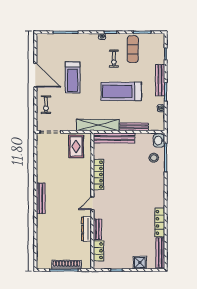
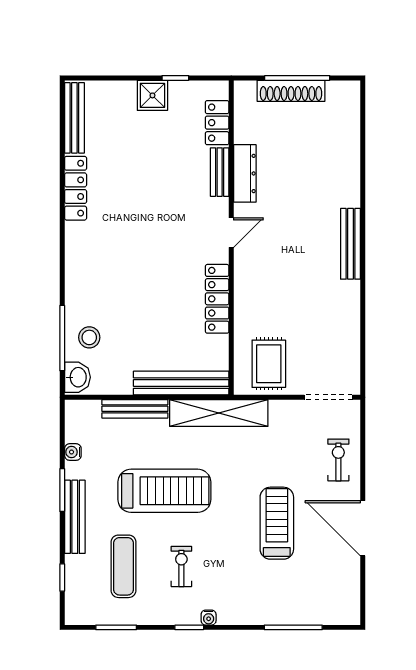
exercise mat: (133, 49) -> (124, 566), moved
shower: (140, 263) -> (152, 95), moved

